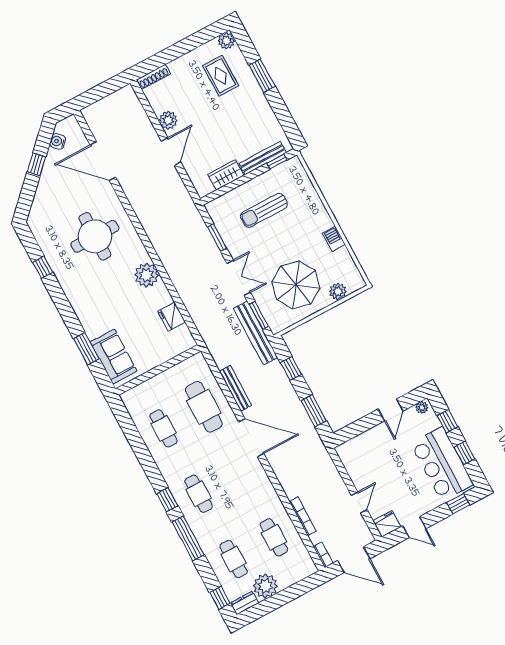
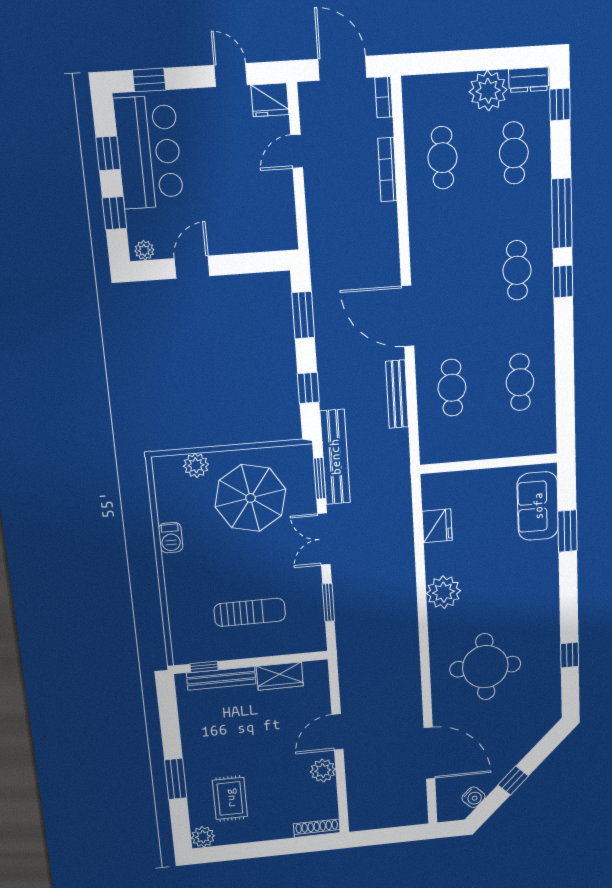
cafe table: (204, 407) -> (452, 388), width x0.73, depth x0.74

